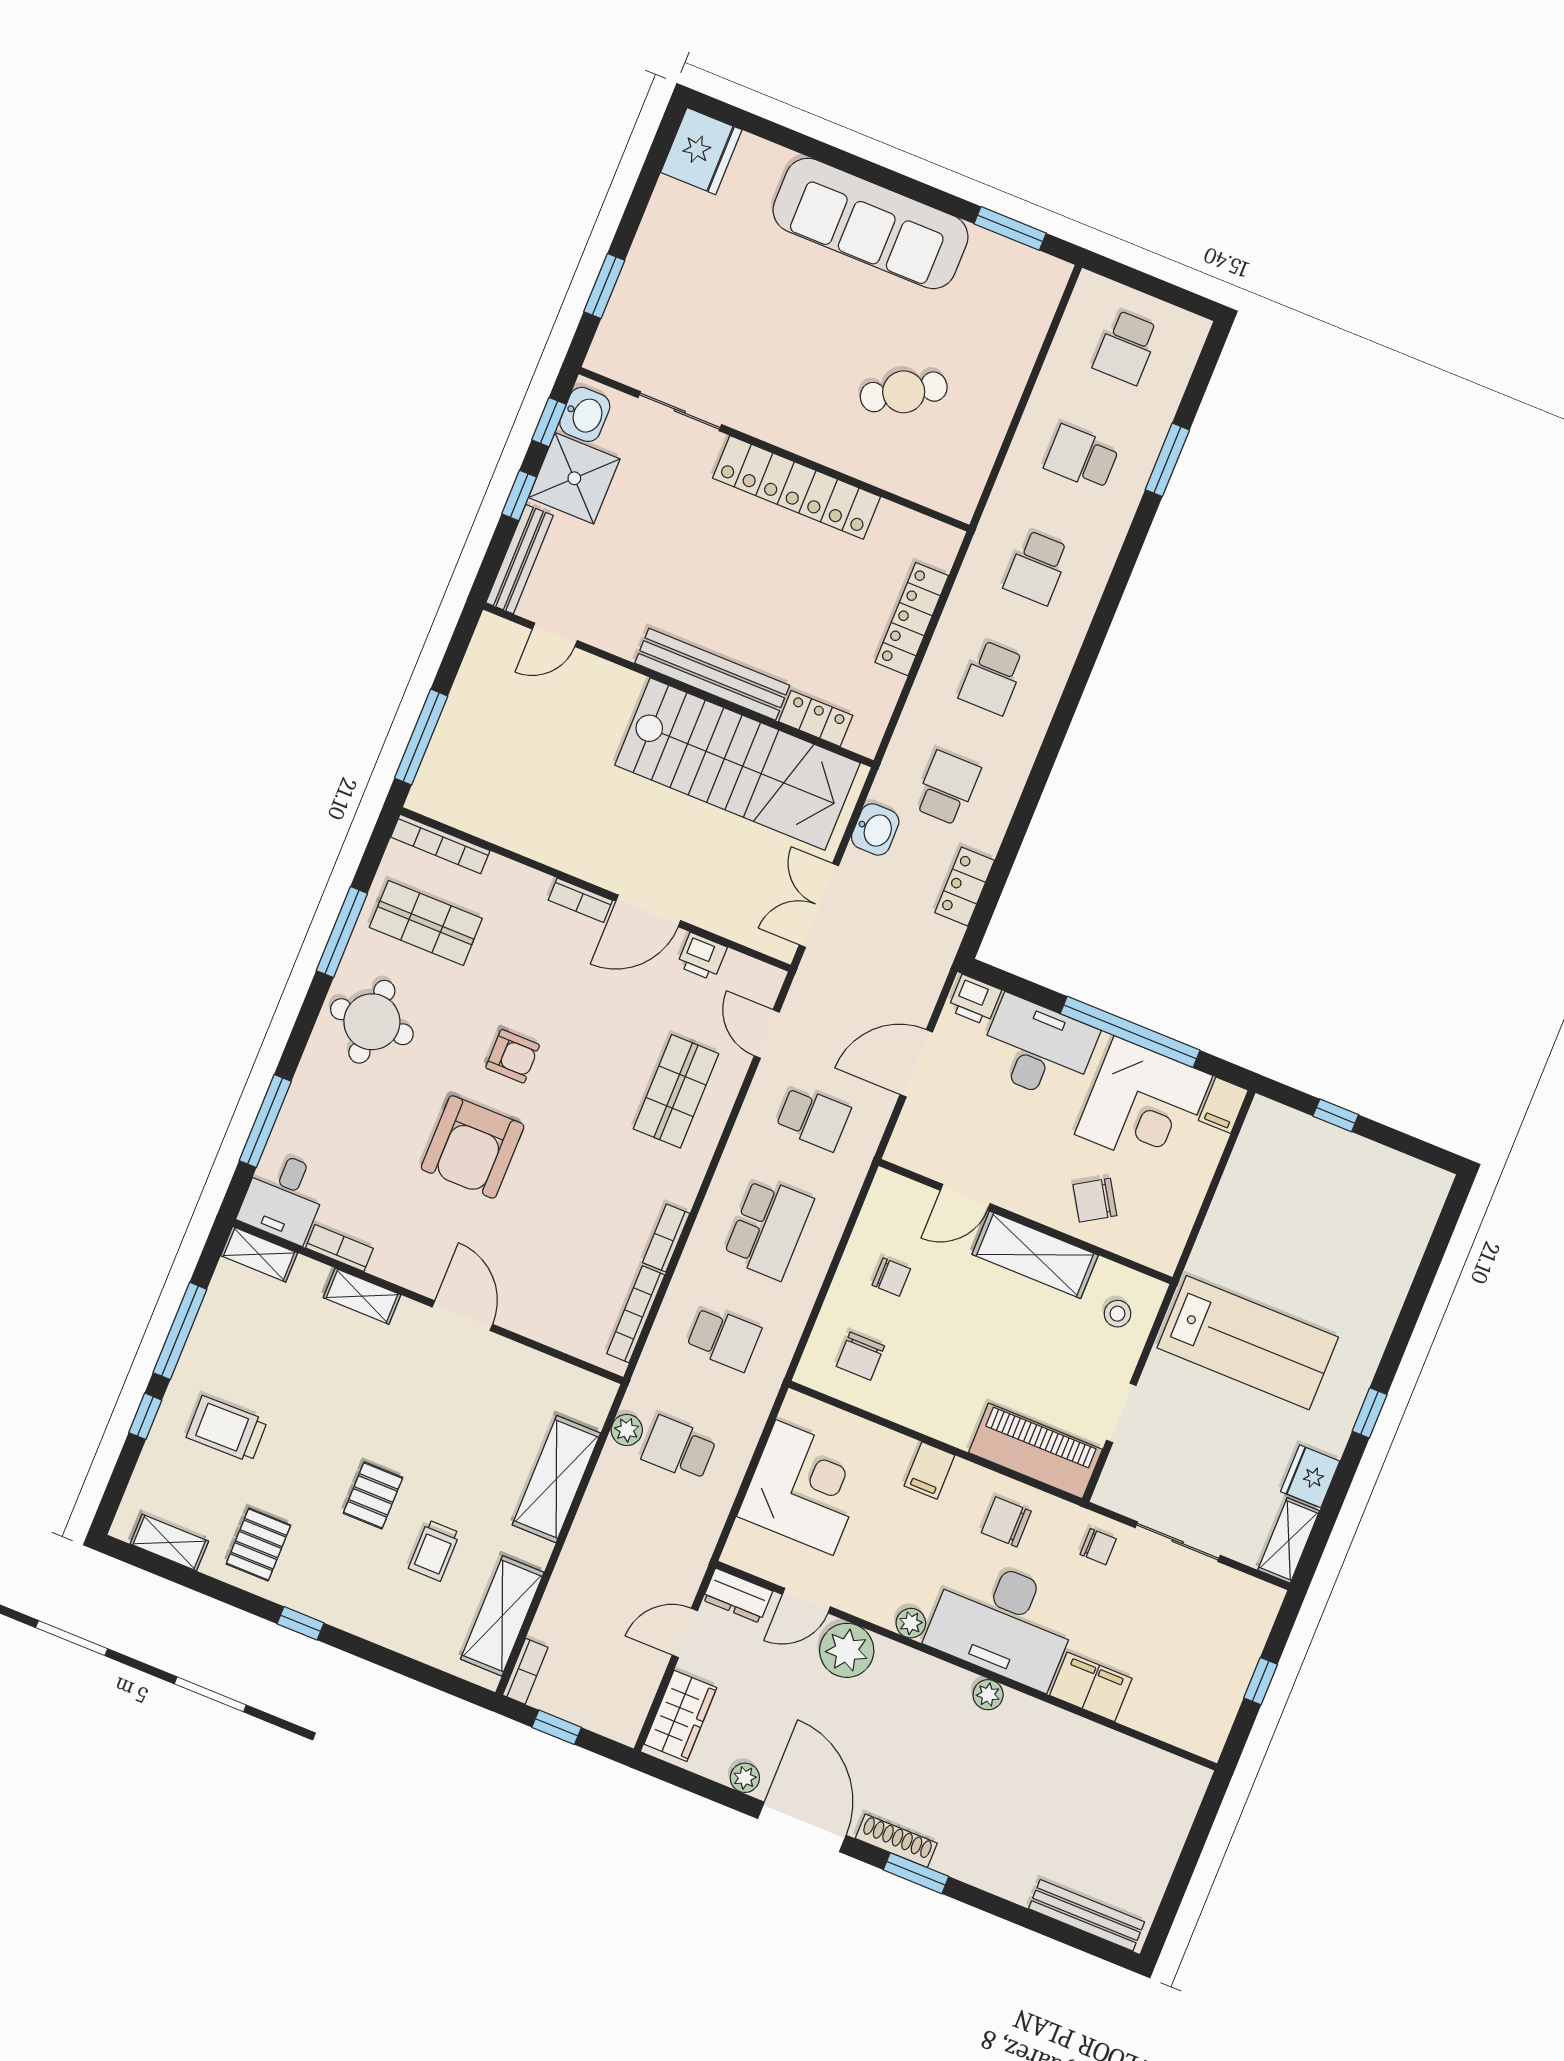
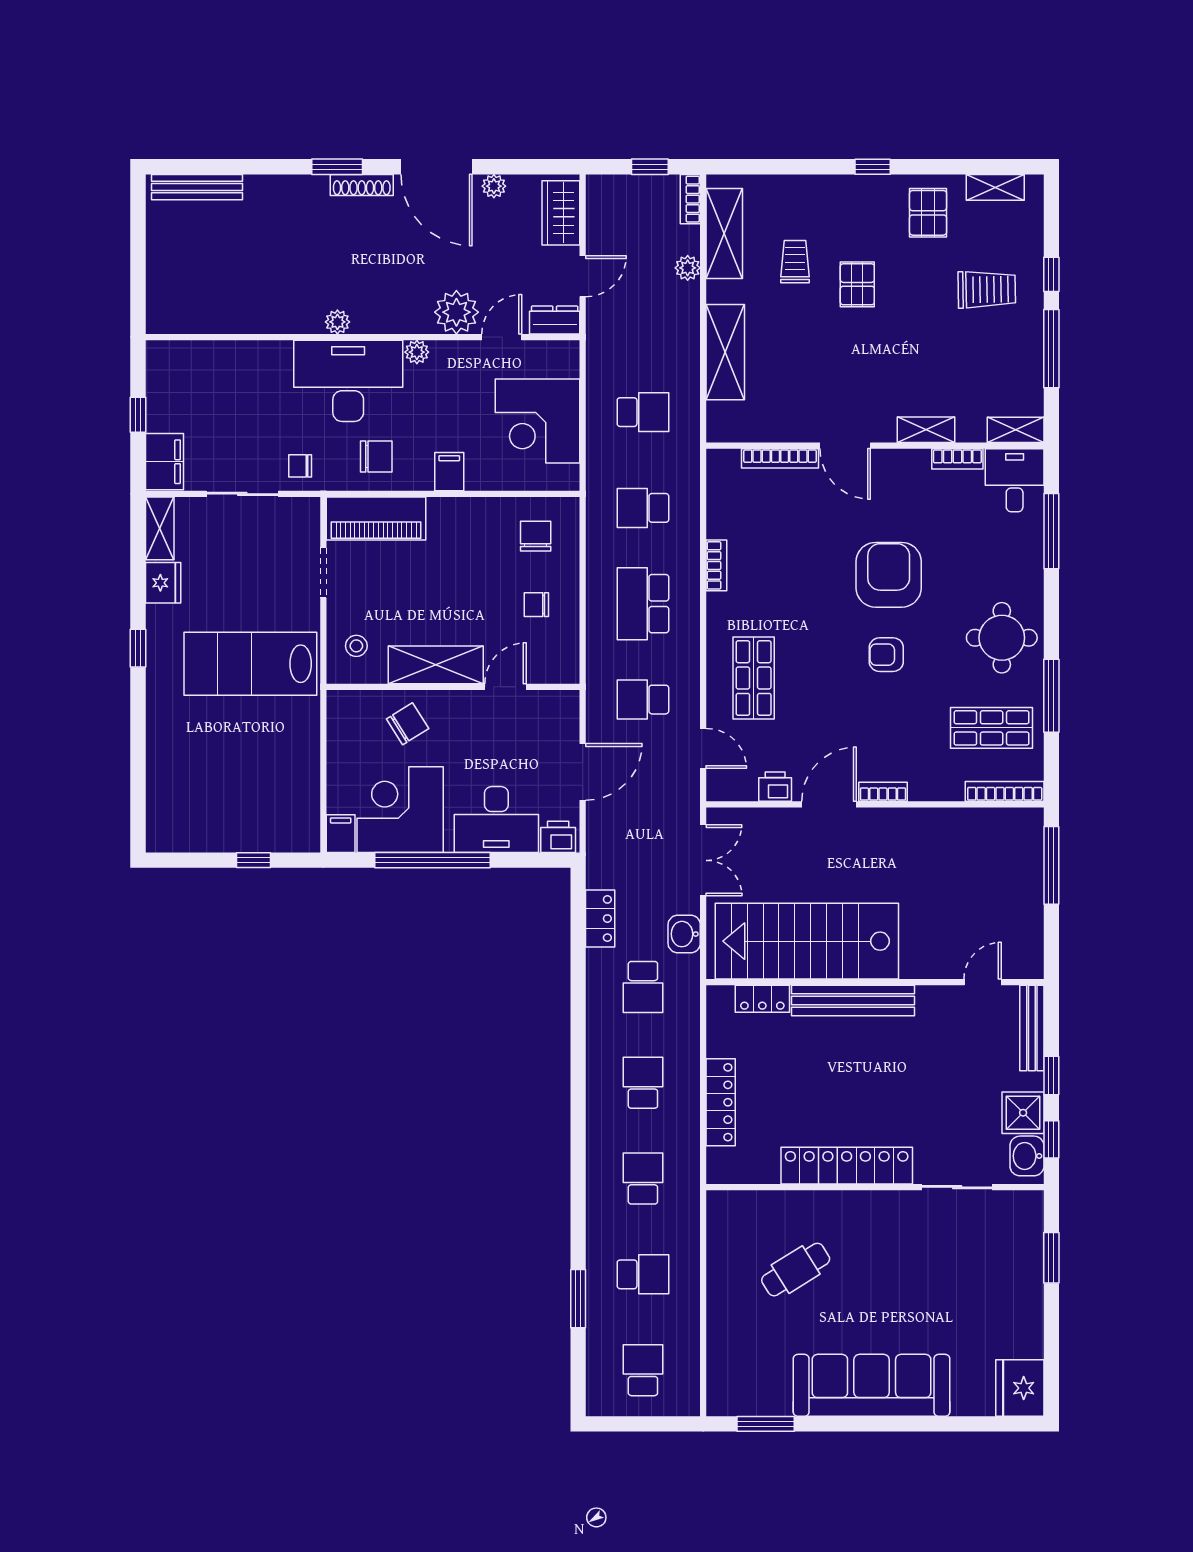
shower: (574, 478) -> (1023, 1113), width x0.73, depth x0.73
bookcase: (636, 1314) -> (780, 458), moved, turned 90
plant: (627, 1430) -> (688, 268), moved
filing cabinet: (1091, 1687) -> (164, 462), moved, turned -90

